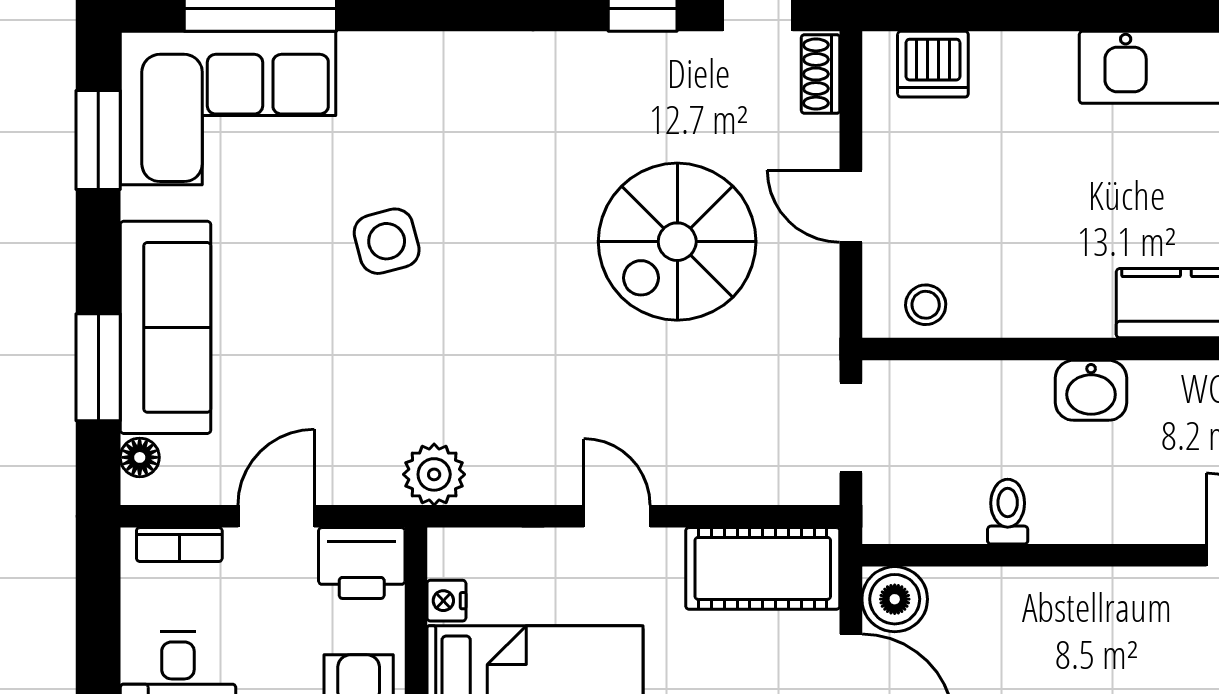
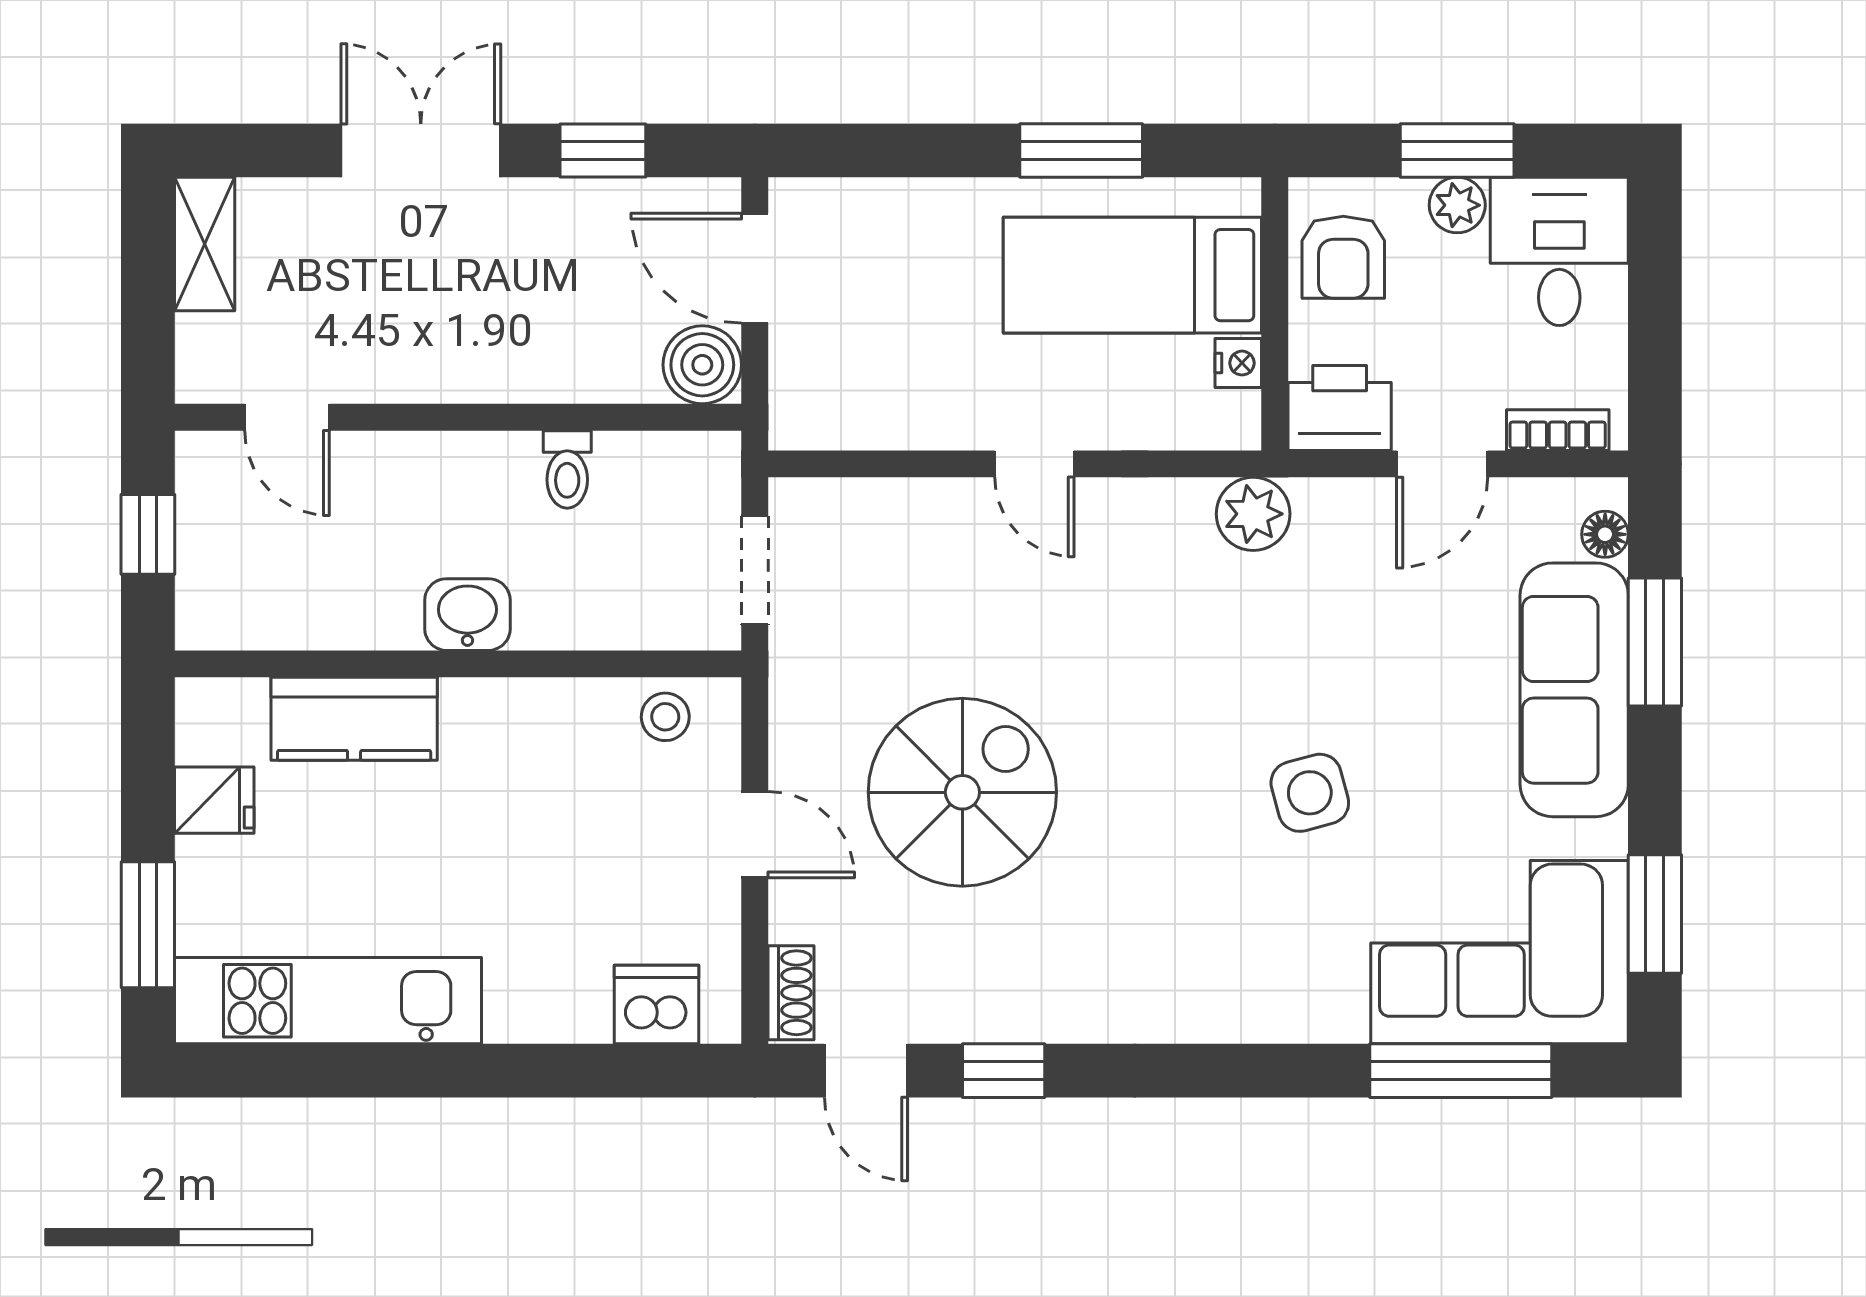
cot: (763, 568) -> (860, 402), removed

